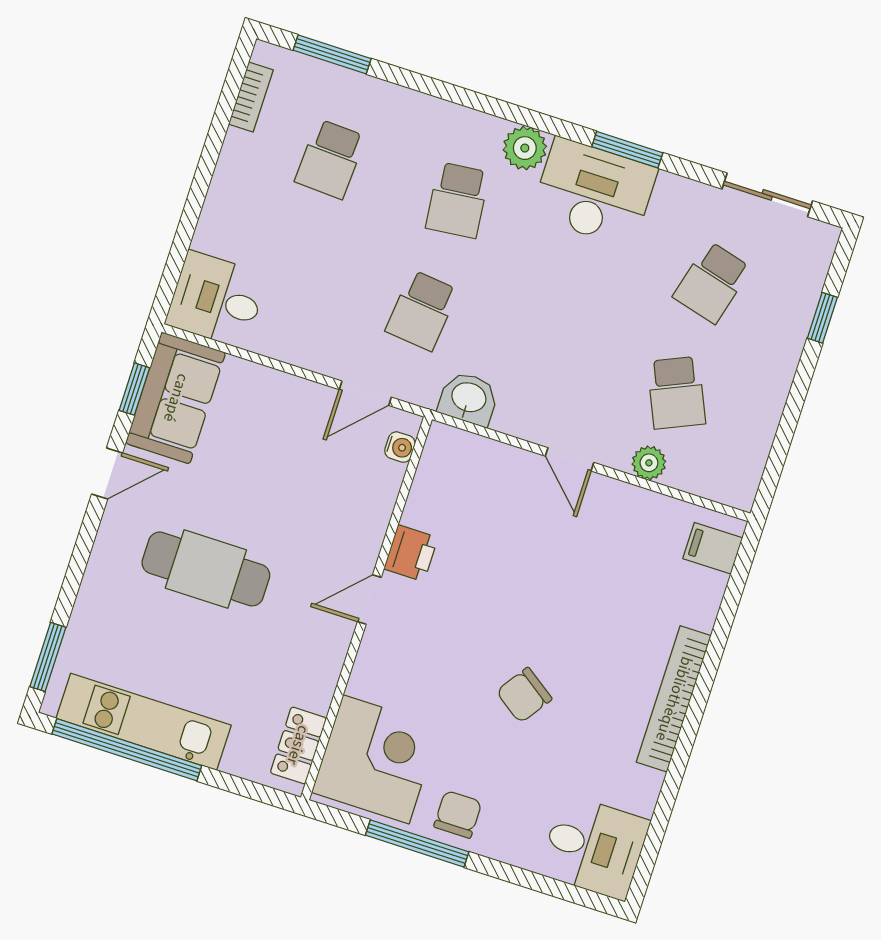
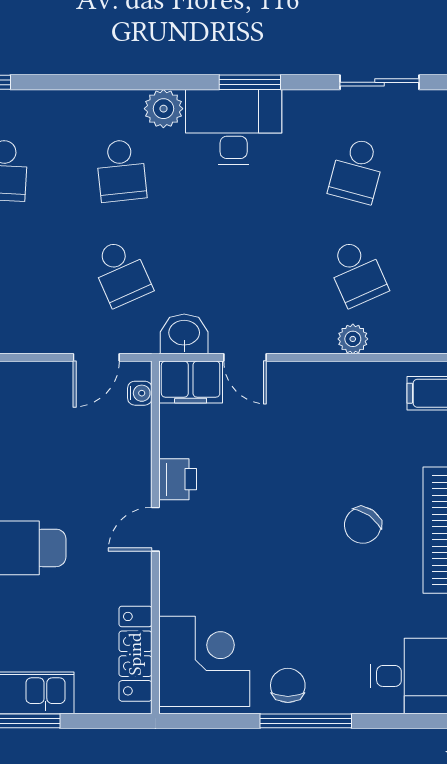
school desk: (422, 311) -> (121, 273), turned -30
filing cabinet: (459, 453) -> (191, 382), added
door: (570, 459) -> (245, 357), moved
chair: (524, 695) -> (363, 525), moved
locker: (298, 745) -> (135, 654), width x1.53
window: (417, 844) -> (306, 721), moved

